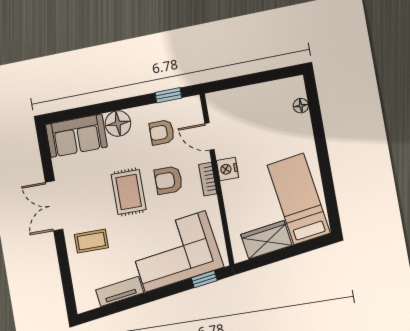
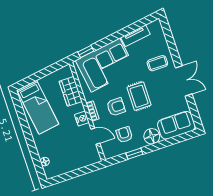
window: (168, 95) -> (134, 154), moved
armchair: (162, 132) -> (124, 135), turned -90
wardrobe: (266, 240) -> (71, 91), moved, turned 98

